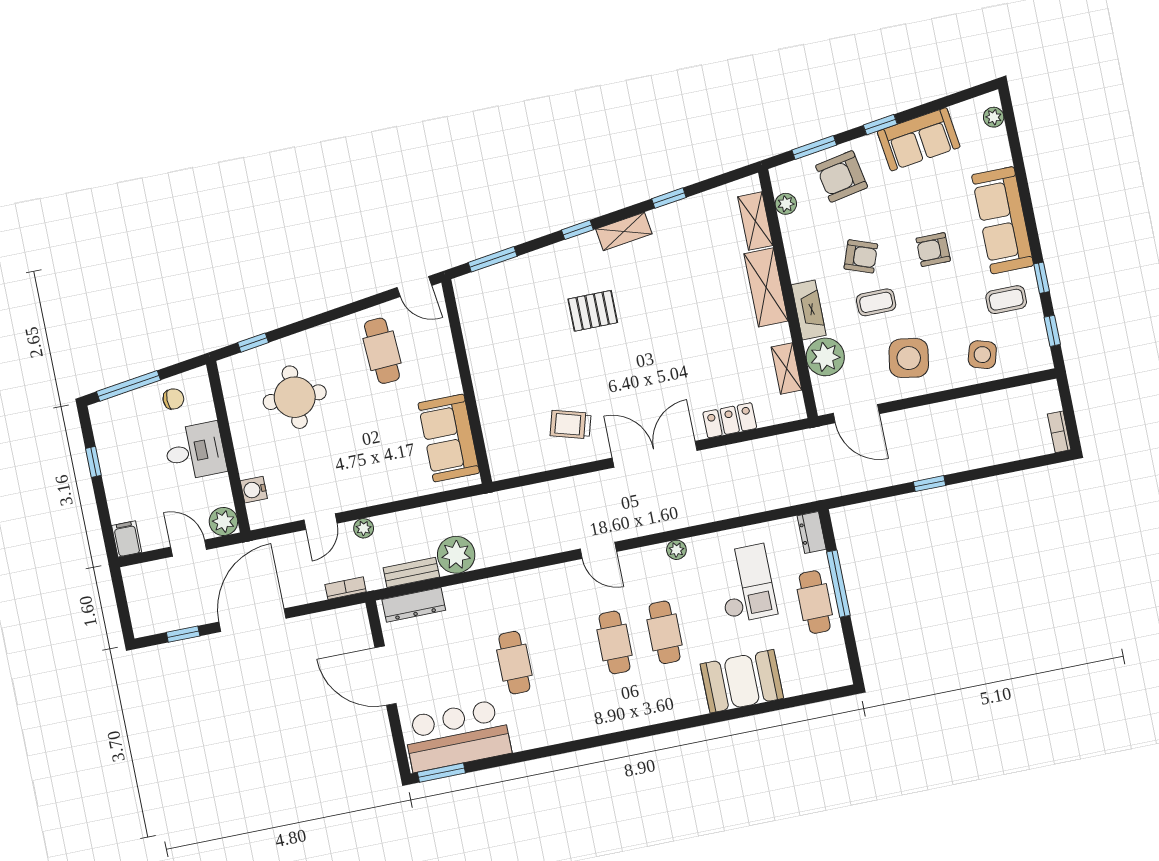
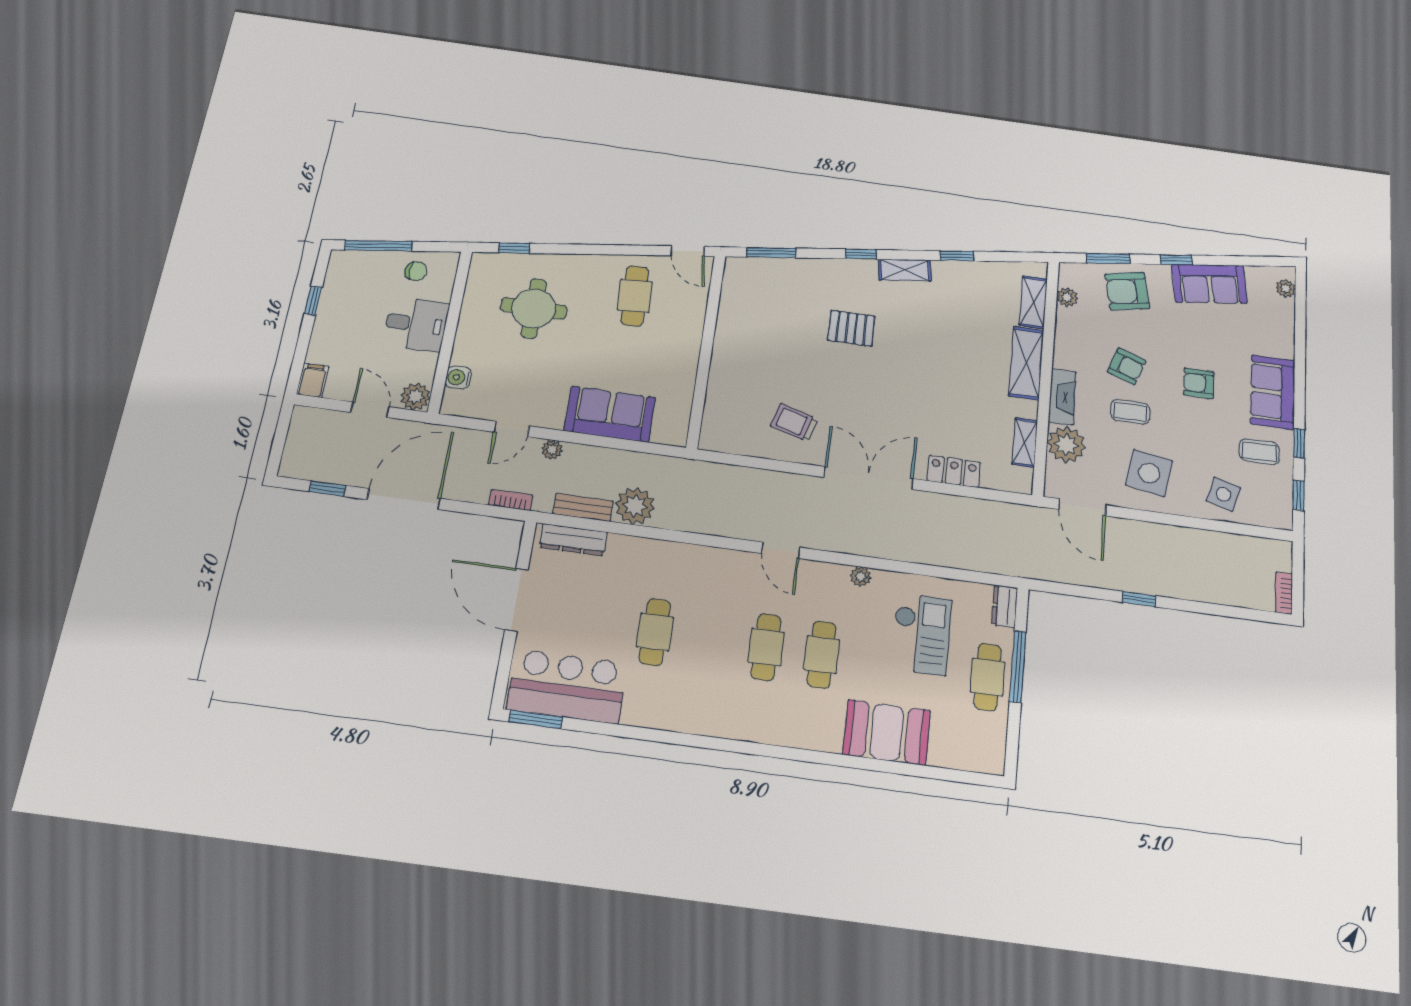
sofa: (1003, 220) -> (1273, 392), width x0.73
sofa: (449, 438) -> (610, 414), moved, turned 90

